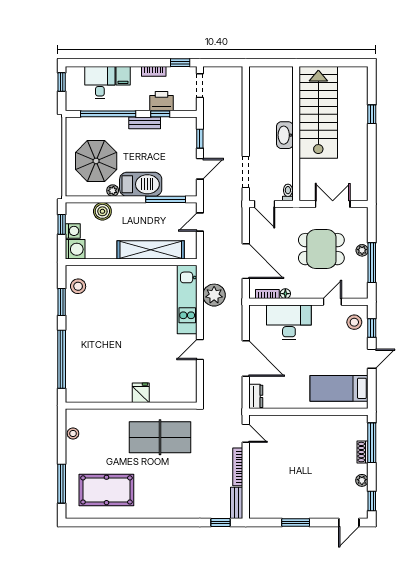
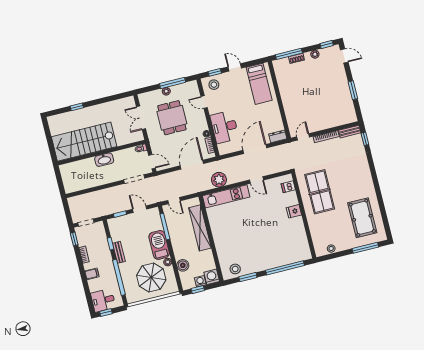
desk: (100, 83) -> (103, 300), moved
printer: (161, 101) -> (102, 245), removed
door: (265, 204) -> (152, 162), hinge flipped
dishwasher: (178, 393) -> (288, 187), added

